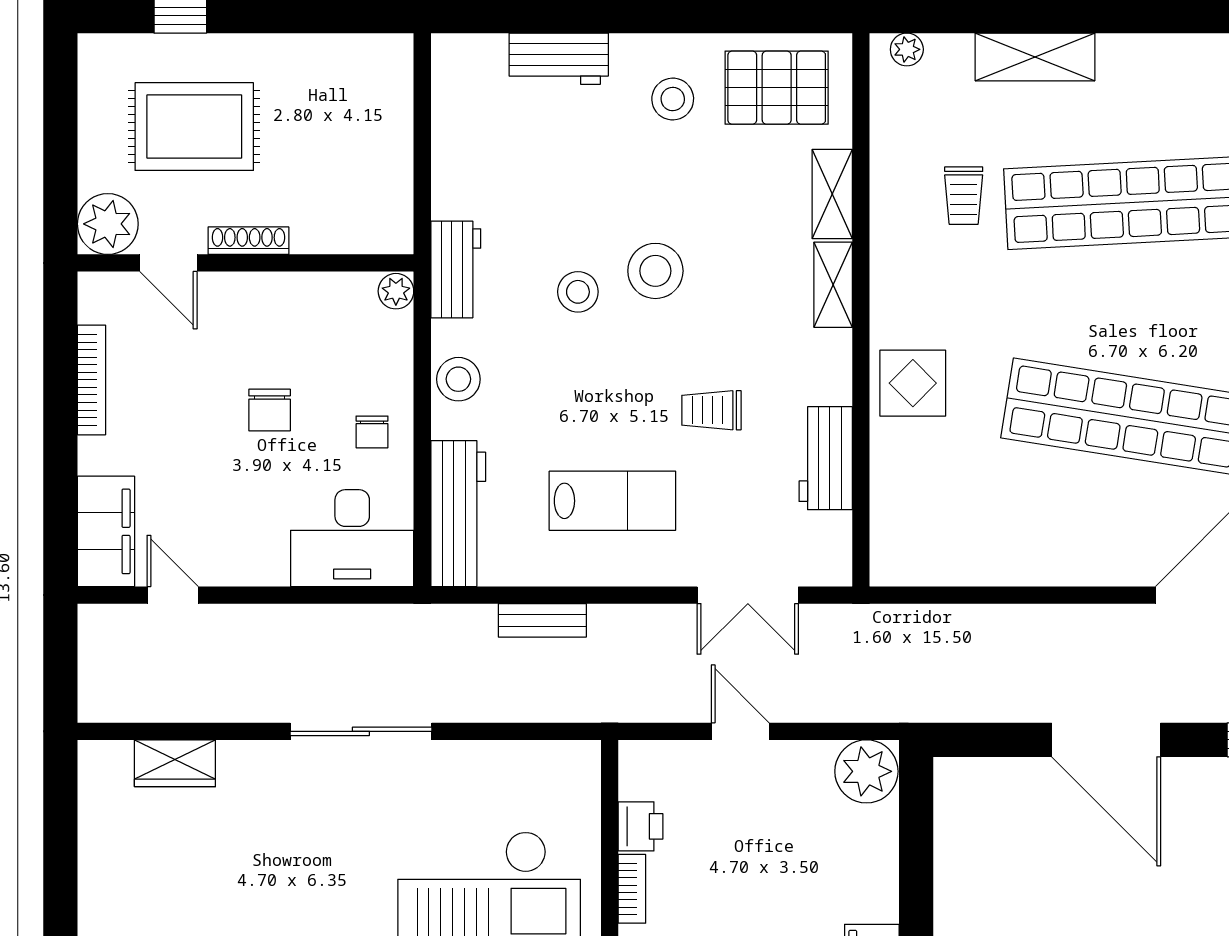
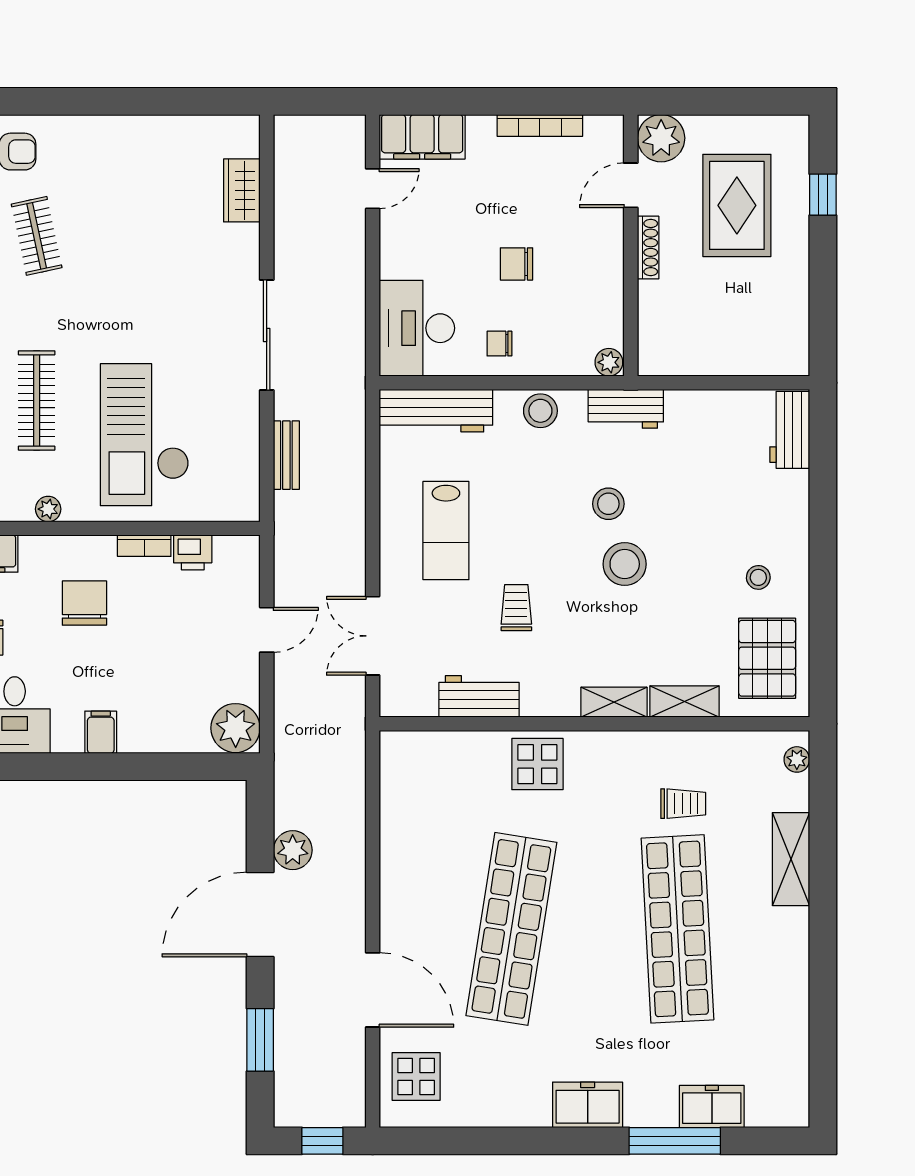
workbench: (559, 59) -> (790, 430), moved
stool: (673, 99) -> (758, 577), width x0.73, depth x0.73
trolley: (964, 196) -> (683, 804), turned 180
bench: (542, 620) -> (286, 455), moved
plant: (1023, 698) -> (293, 850), added

